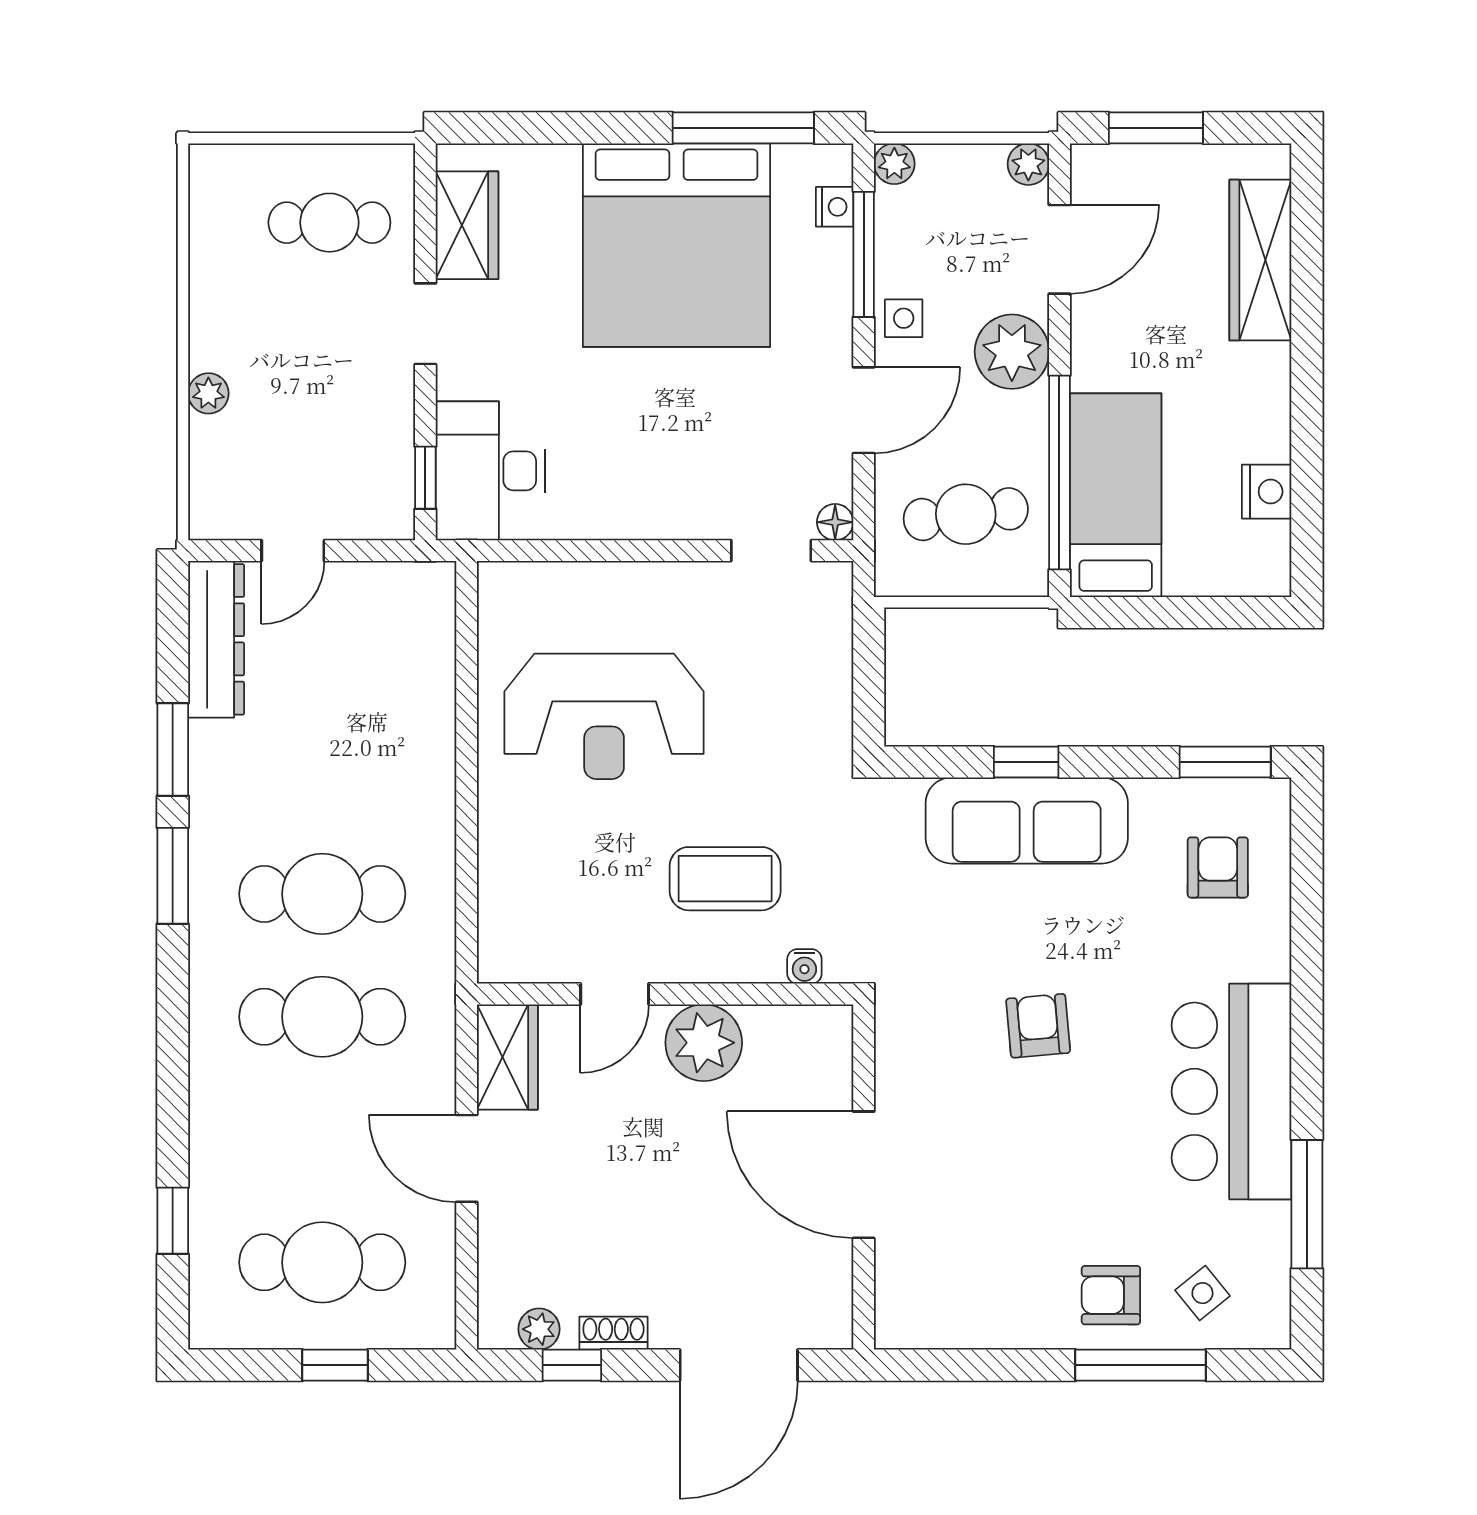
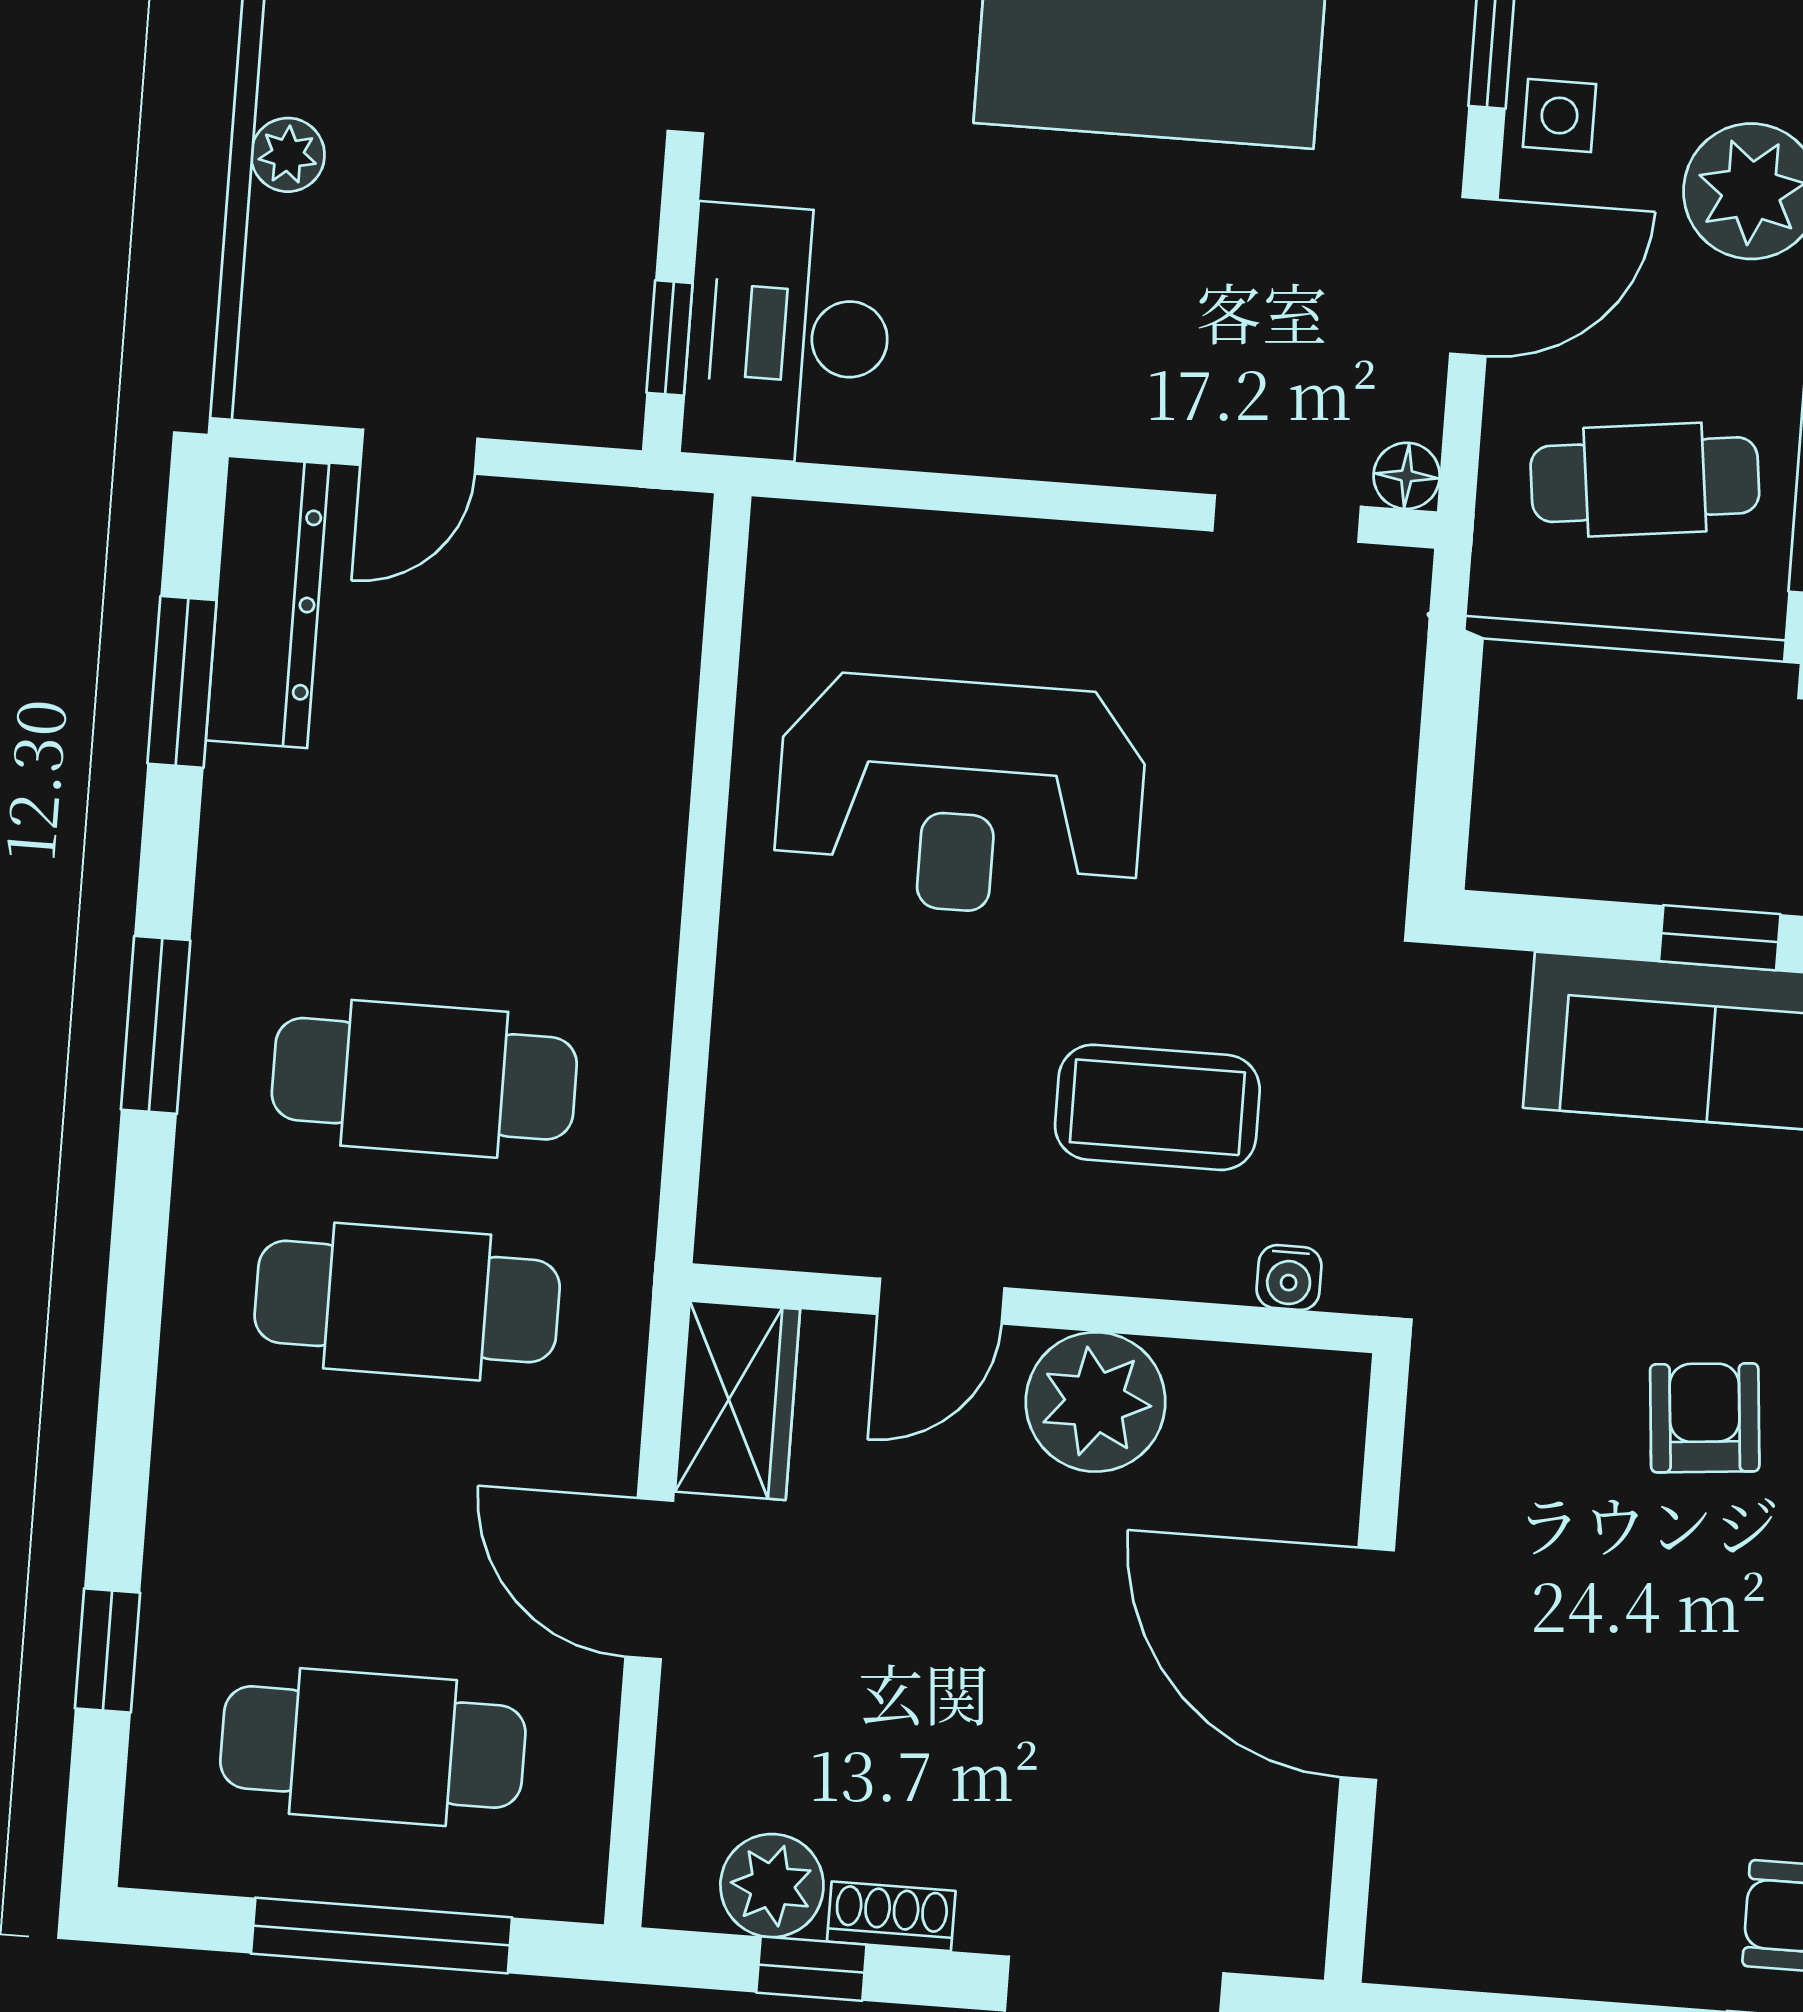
window: (173, 749) -> (182, 682), moved
plant: (539, 1329) -> (772, 1886), width x1.38, depth x1.38
window: (335, 1365) -> (382, 1936), width x2.17

